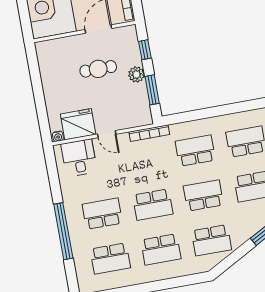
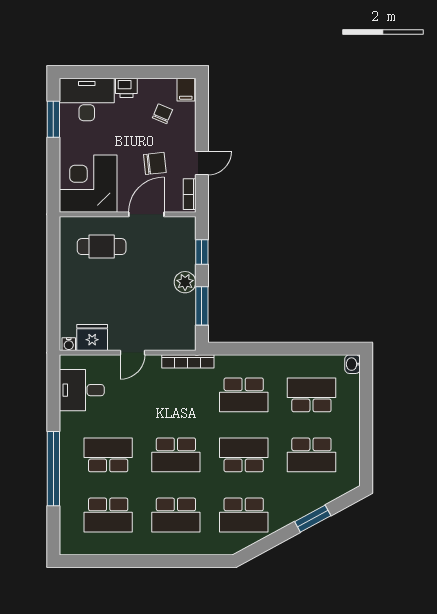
cafe table: (98, 69) -> (102, 247), moved
fridge: (78, 124) -> (92, 338), width x0.73, depth x0.75
door: (107, 134) -> (133, 353), hinge flipped
school desk: (195, 151) -> (244, 395), turned 180
desk: (79, 158) -> (82, 390), moved, turned -90

